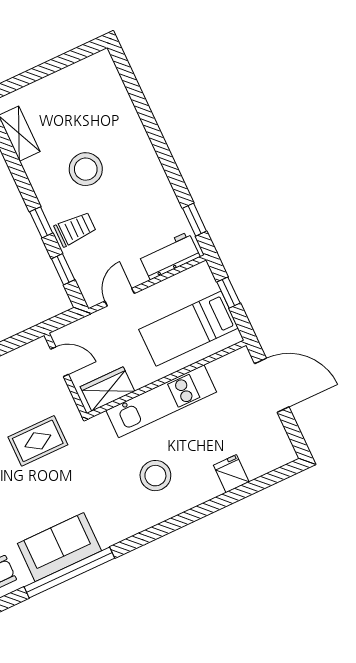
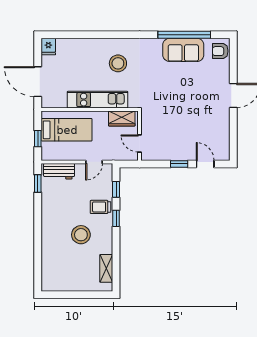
rug: (38, 441) -> (169, 109), removed
fridge: (231, 474) -> (48, 47), moved

